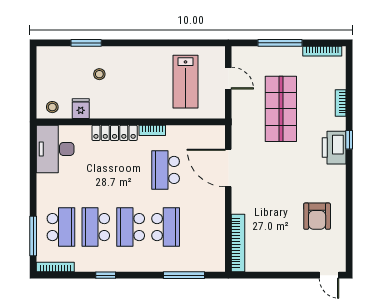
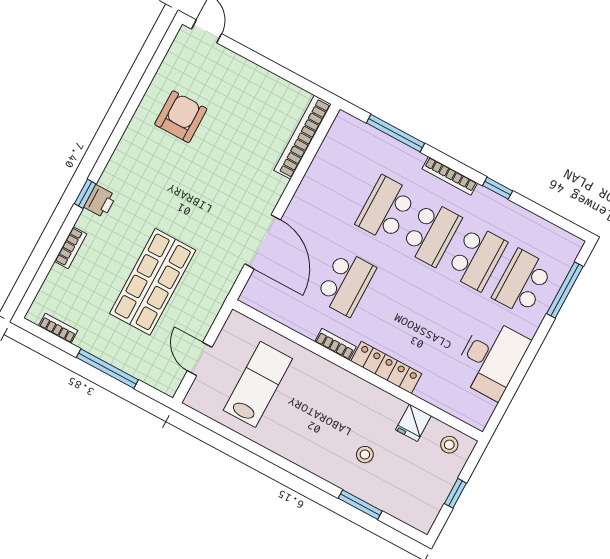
bookcase: (322, 51) -> (58, 328), width x0.64
window: (33, 80) -> (455, 493), added
printer: (334, 148) -> (100, 201), width x0.53, depth x0.68
desk: (55, 149) -> (491, 358), moved
bookcase: (55, 267) -> (450, 176), moved

